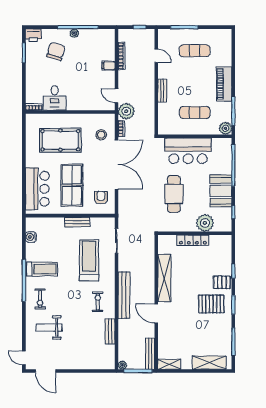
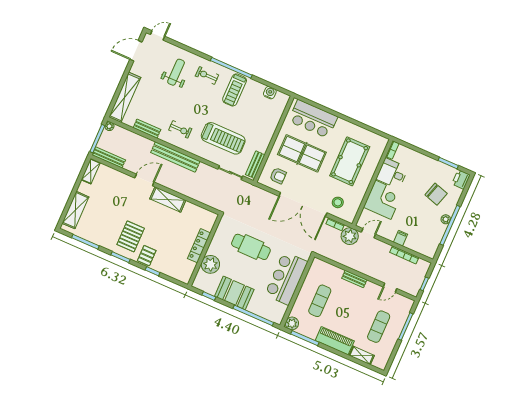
shelving: (227, 55) -> (362, 355), added
corner desk: (81, 96) -> (383, 200), added
bench: (77, 222) -> (255, 165), moved
shelving: (164, 278) -> (168, 199), width x0.68
shelving: (91, 363) -> (125, 97), added

